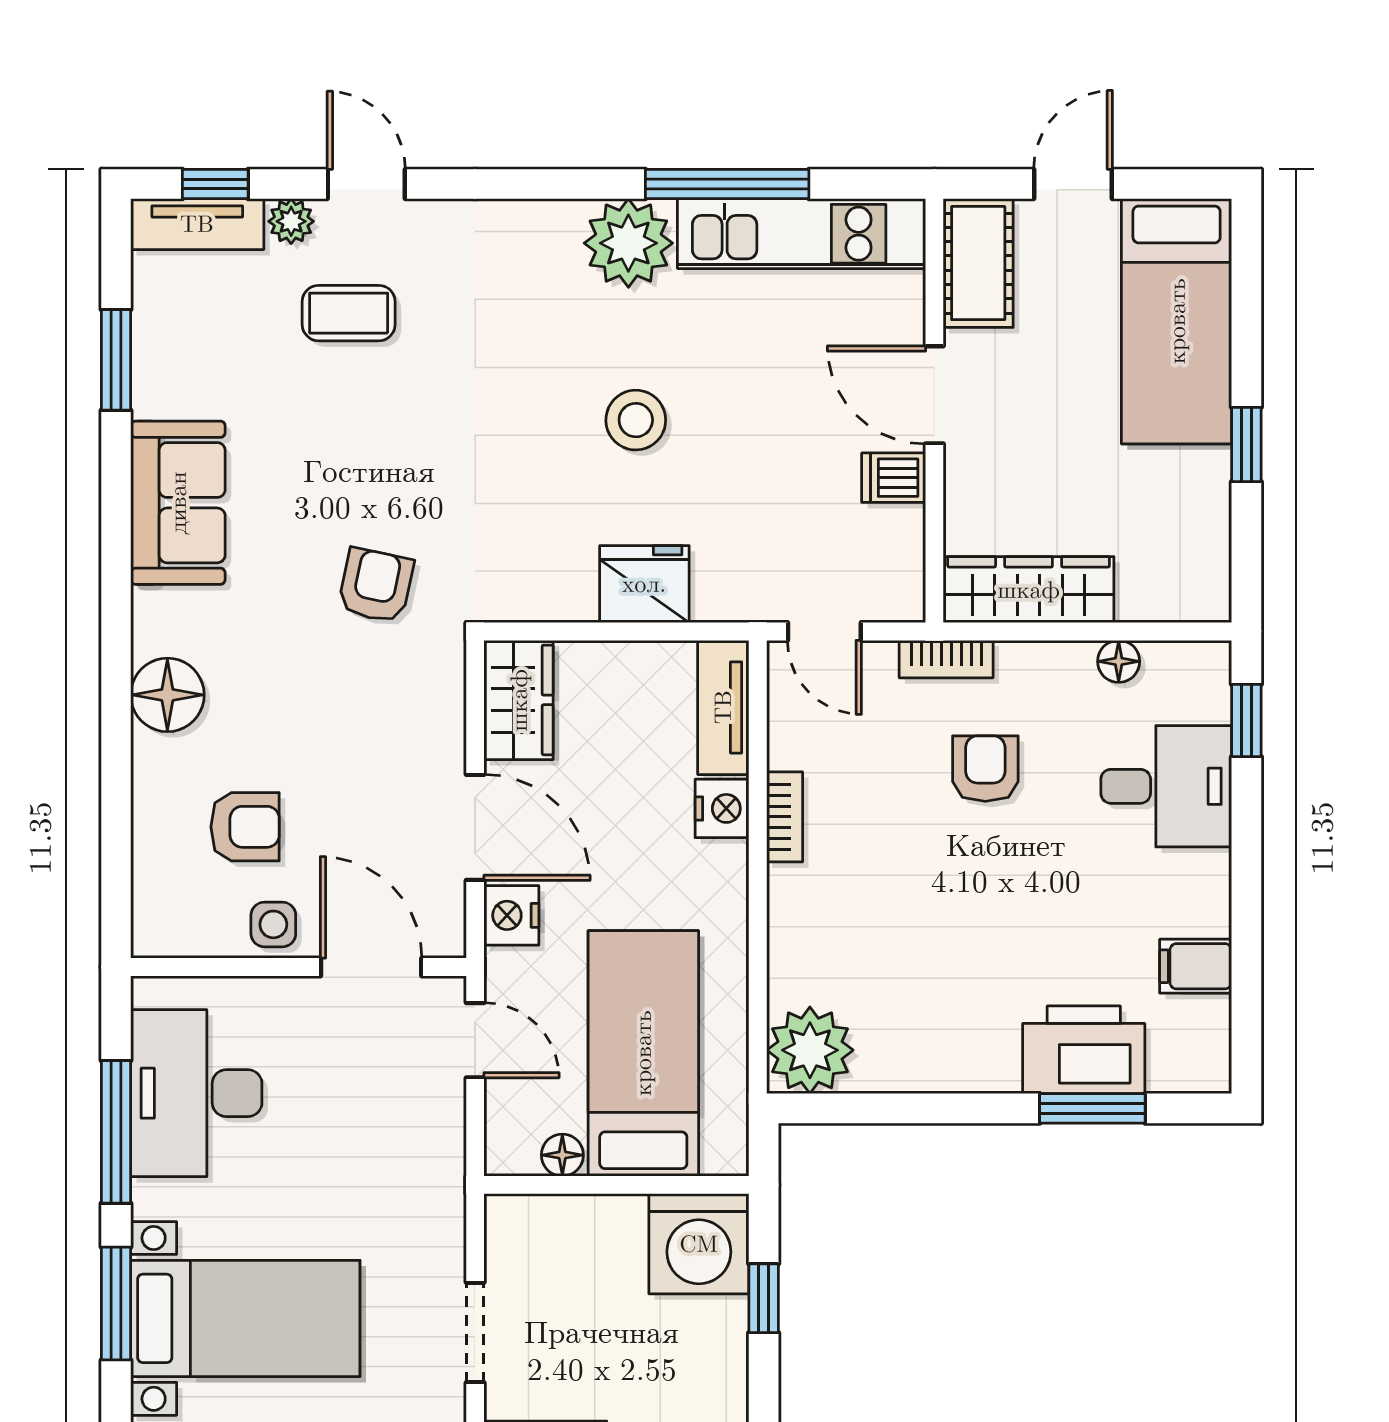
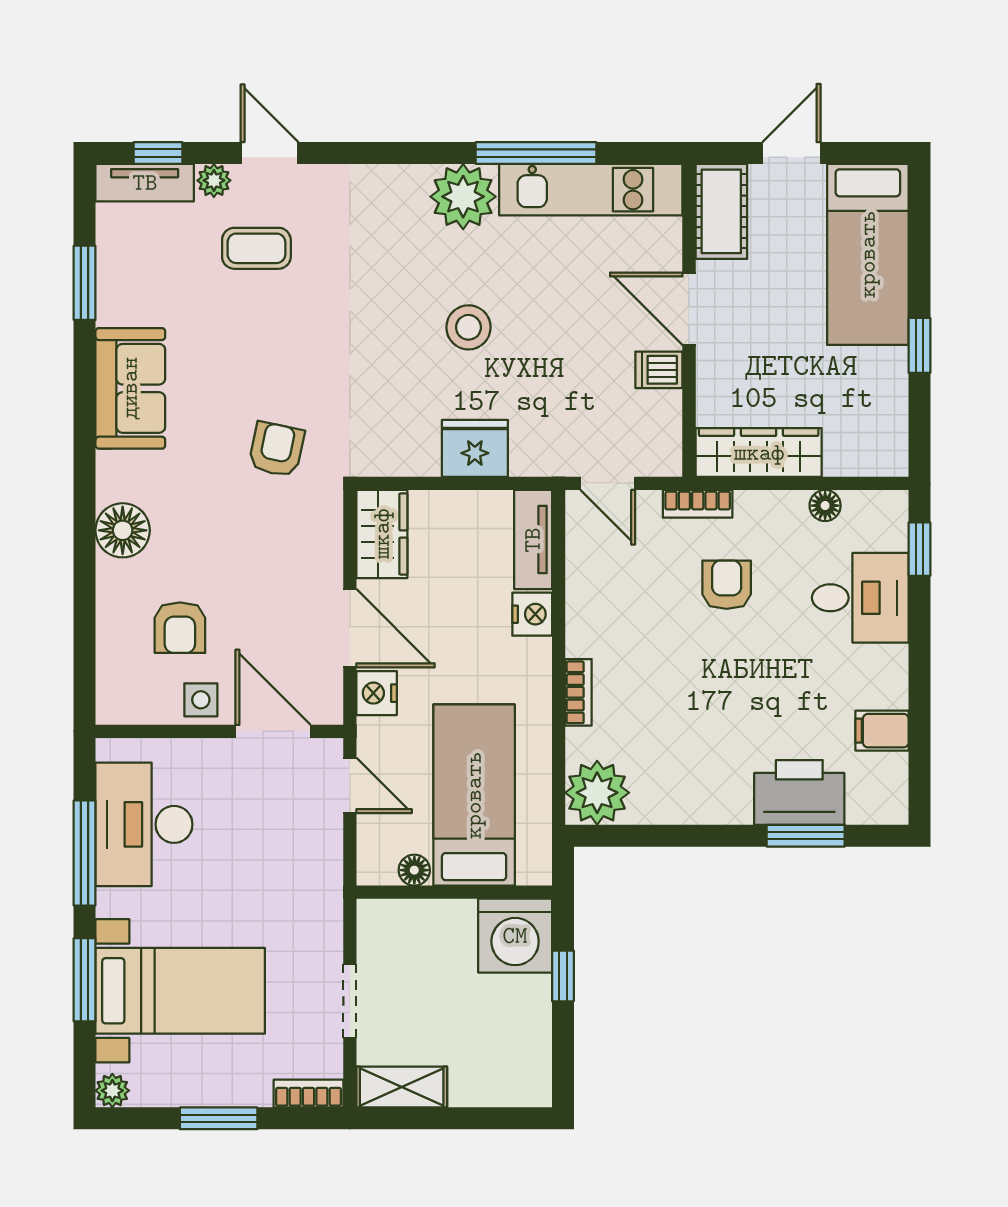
bookcase: (785, 817) -> (578, 692), moved
armchair: (245, 827) -> (180, 628), turned 90

